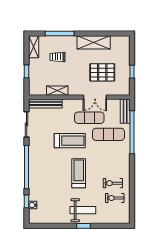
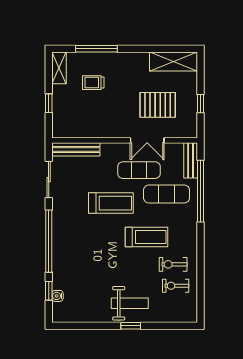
shelving: (94, 42) -> (173, 62), moved
shelving: (57, 91) -> (93, 131), removed
treadmill: (79, 173) -> (147, 237), moved, turned 90

